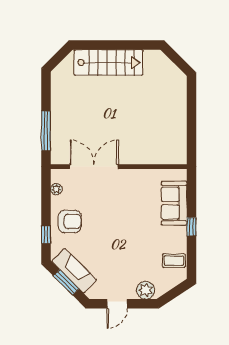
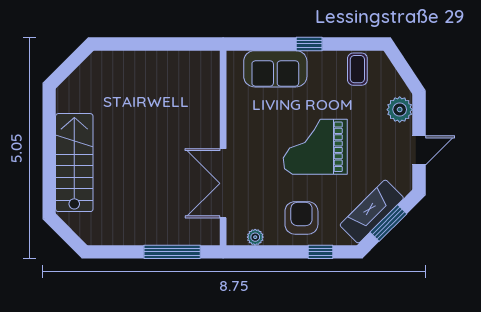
grand piano: (120, 231) -> (315, 147), added
door: (117, 304) -> (419, 150), hinge flipped

